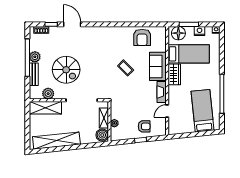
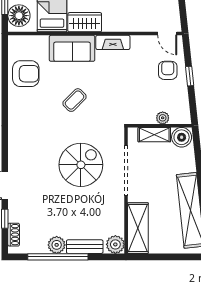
spiral stairs: (66, 70) -> (81, 165), moved
plant: (48, 94) -> (115, 244), moved
door: (167, 111) -> (167, 34), moved

